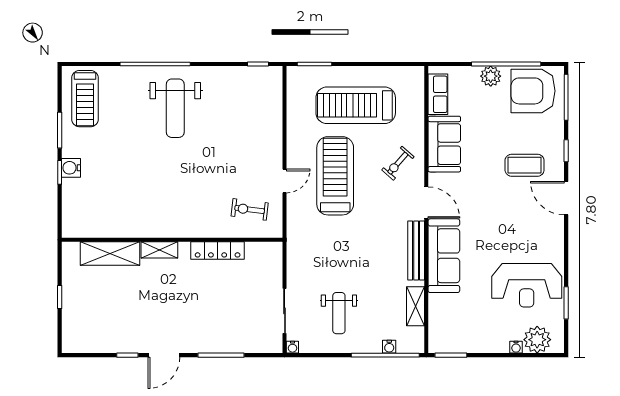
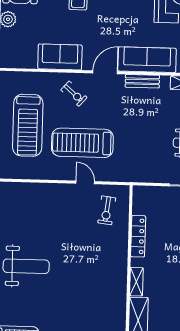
row of seats: (438, 94) -> (21, 61), removed
bench: (416, 250) -> (142, 81), width x0.73

